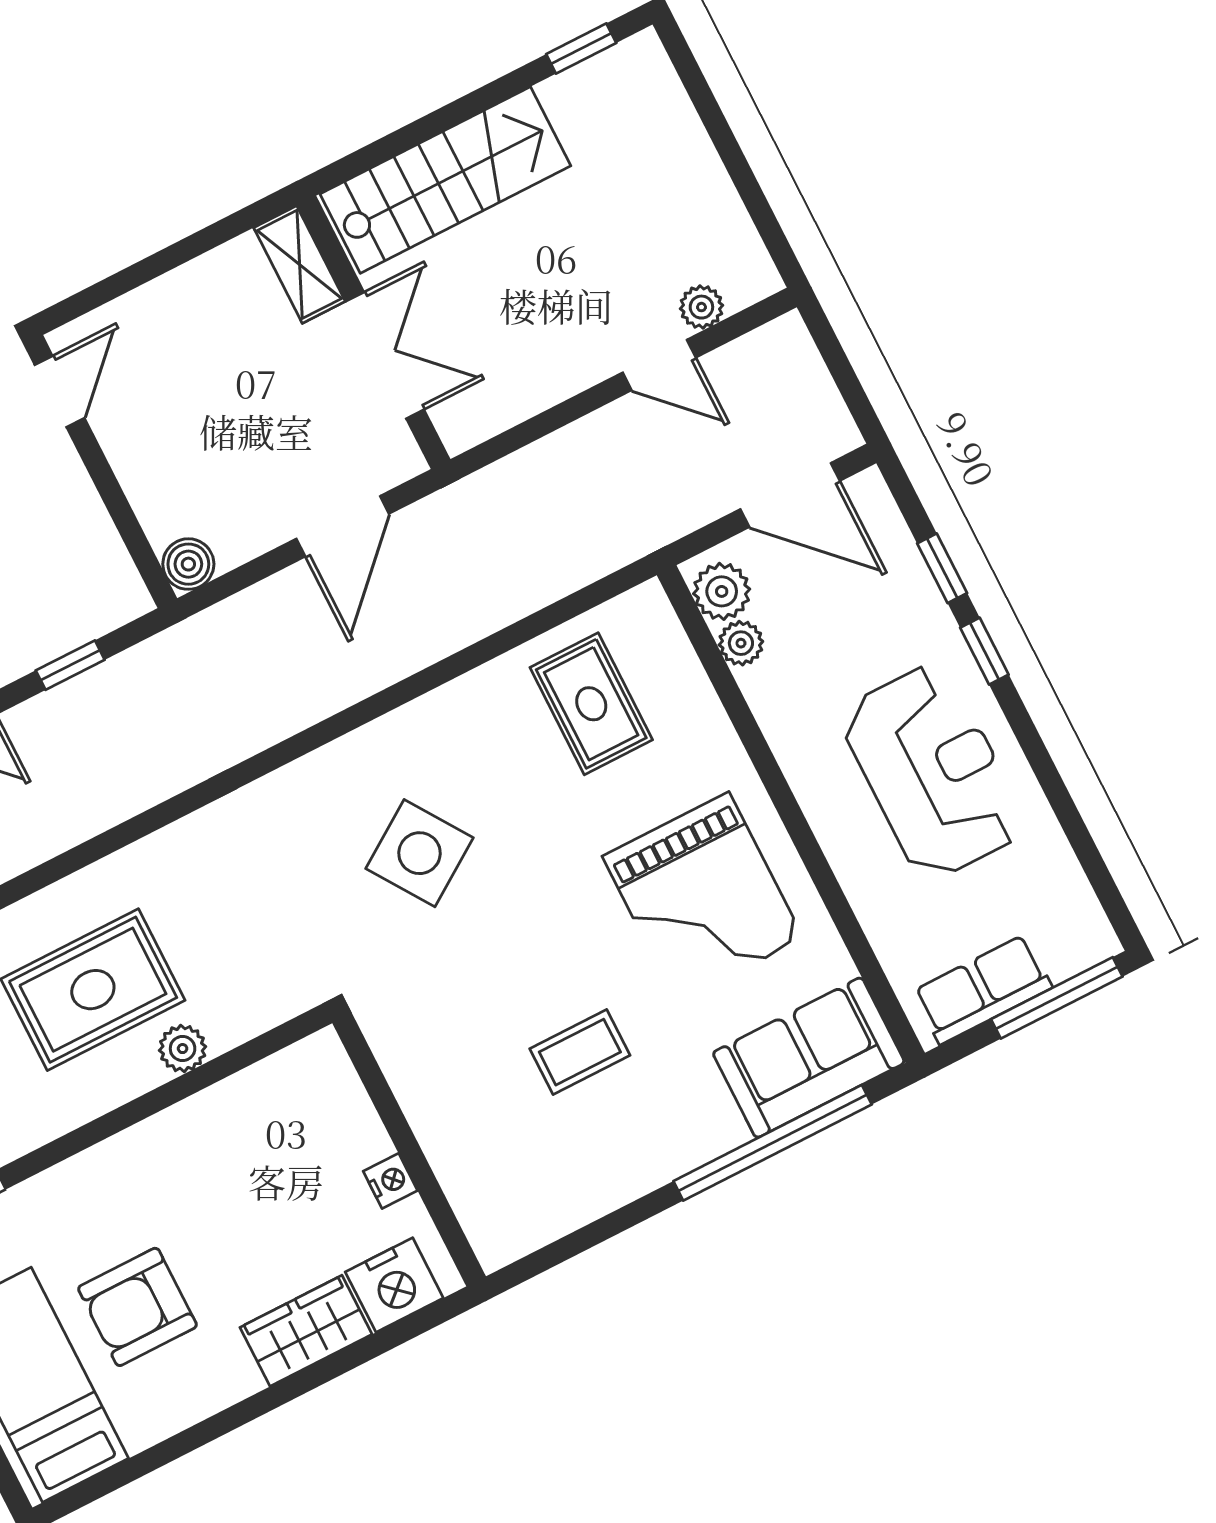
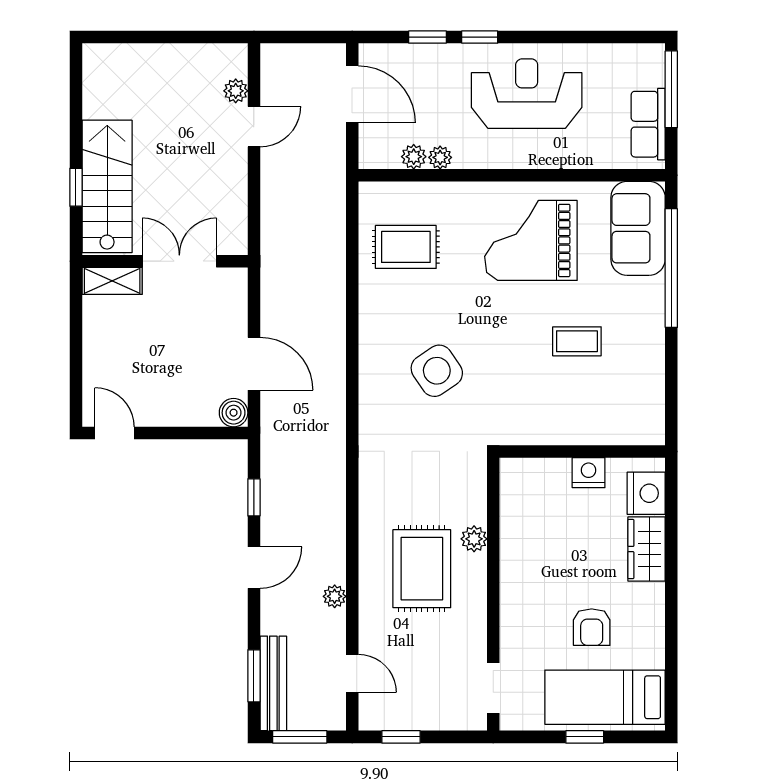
window: (581, 48) -> (76, 187), moved
door: (790, 495) -> (352, 94), hinge flipped
door: (343, 526) -> (254, 364), moved
plant: (722, 591) -> (440, 157), moved, width x0.73, depth x0.73
grand piano: (703, 897) -> (531, 240), turned 180
coffee table: (580, 1052) -> (577, 341), turned 90
nightstand: (390, 1181) -> (589, 473), width x1.39, depth x1.35
armchair: (137, 1307) -> (592, 627), width x0.72, depth x0.72

